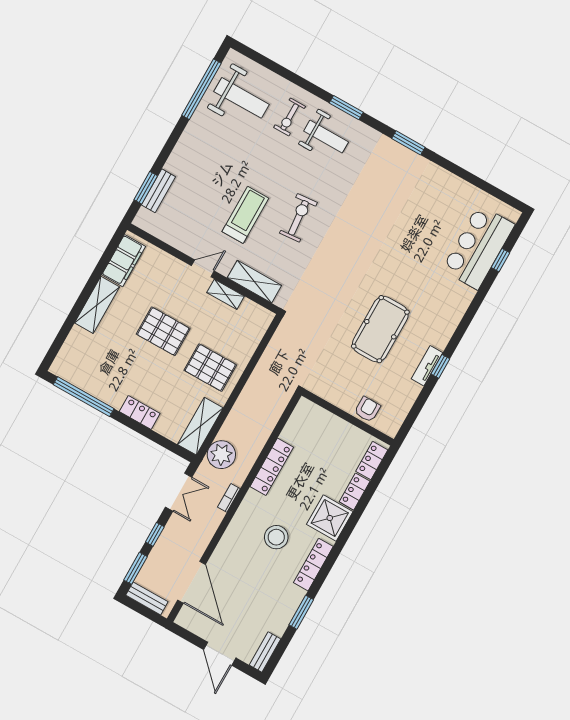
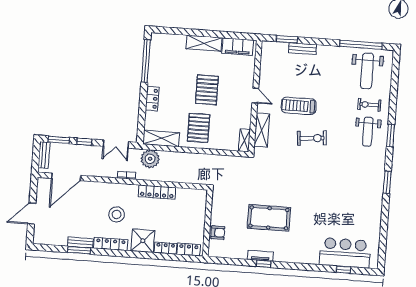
bench: (158, 191) -> (302, 49), moved
treadmill: (245, 215) -> (299, 106), turned 180
shelving: (226, 294) -> (244, 140), moved
bench: (265, 652) -> (80, 243), moved

